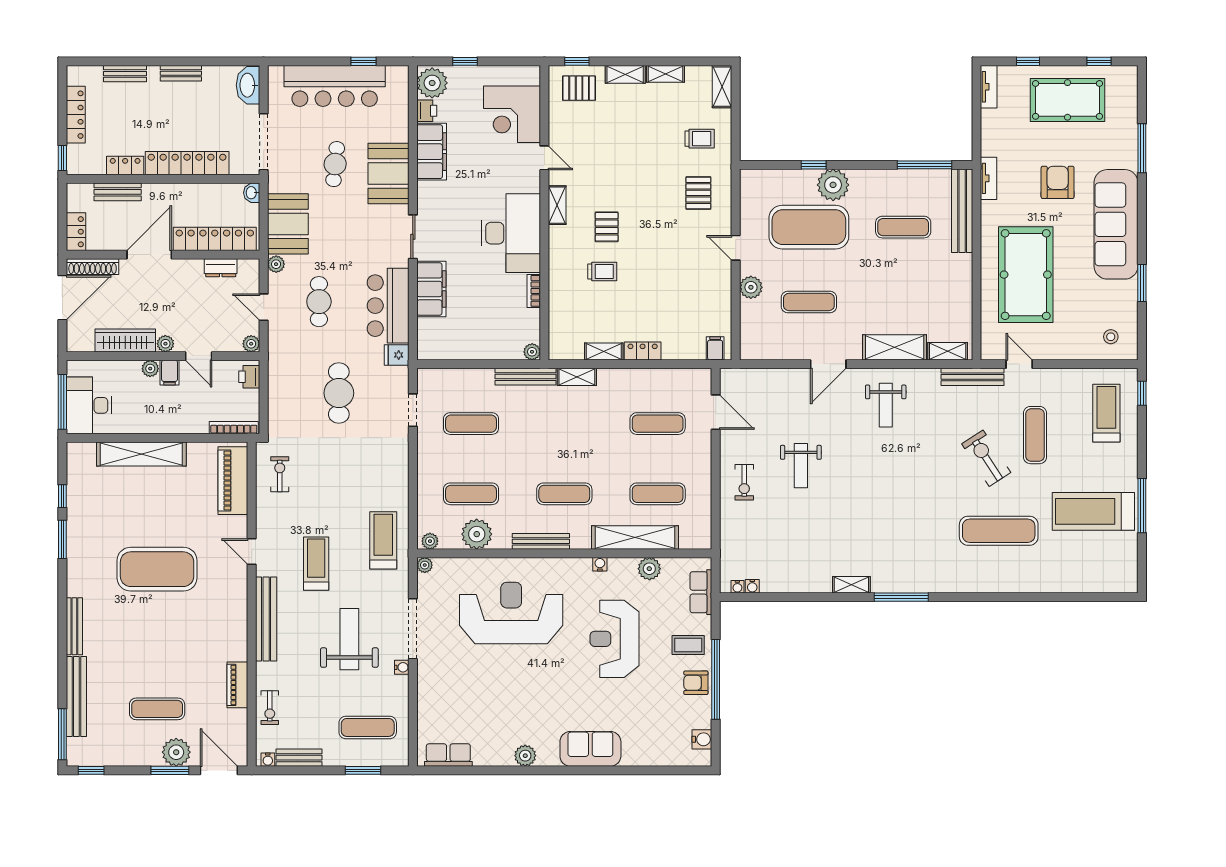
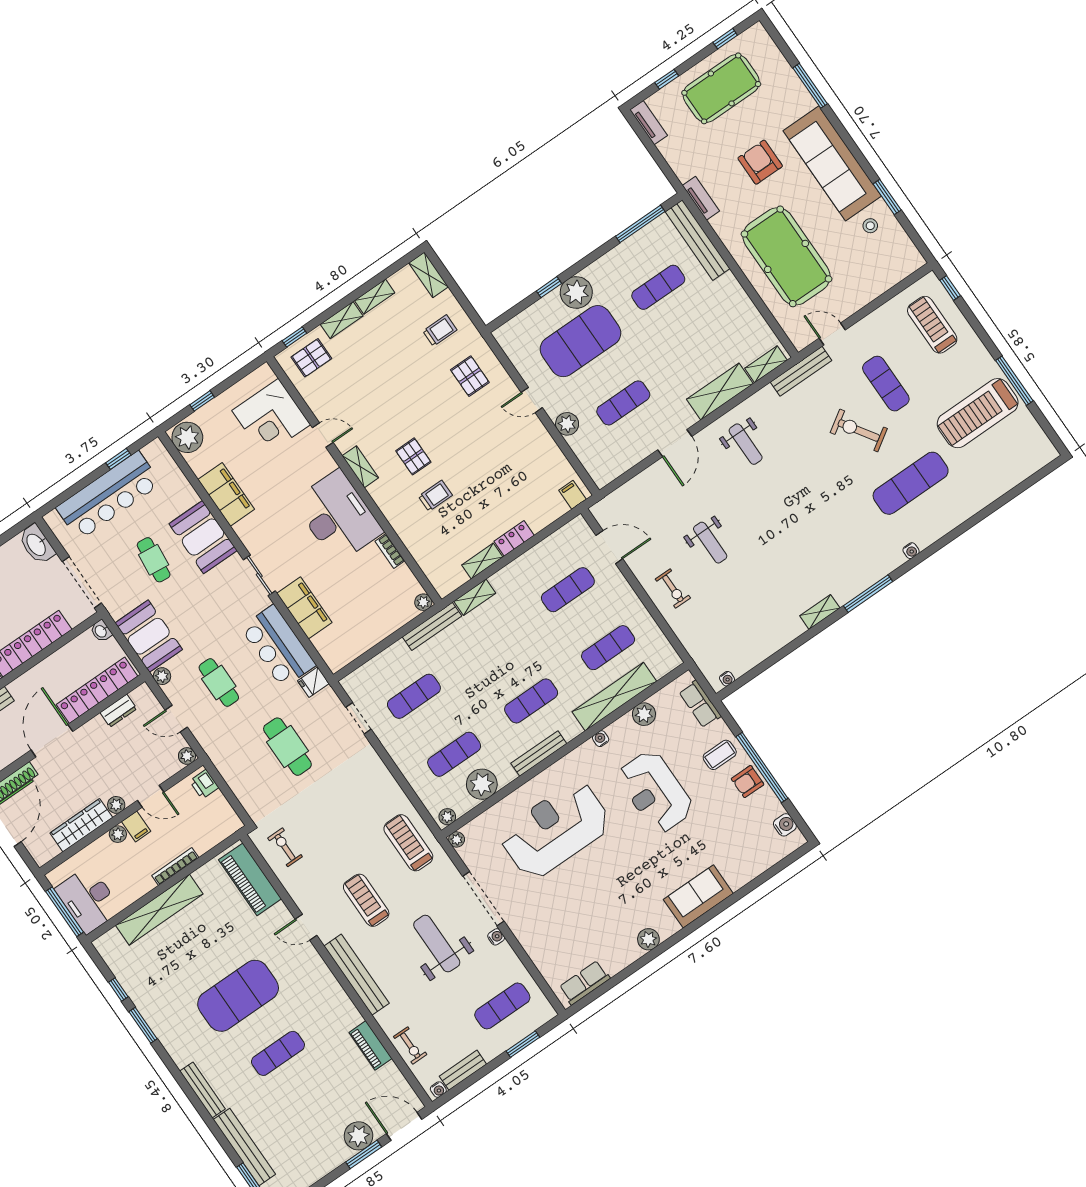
printer: (427, 111) -> (199, 463), removed
stool: (1111, 337) -> (870, 226), moved
bookcase: (234, 428) -> (175, 867), moved
water cooler: (752, 586) -> (911, 551), moved
exercise mat: (157, 709) -> (278, 1053), moved

